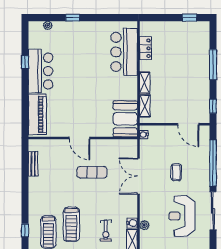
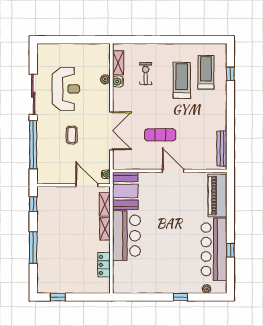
bar counter: (124, 52) -> (126, 236), moved
bar counter: (41, 71) -> (214, 249), width x1.36
door: (188, 124) -> (87, 185), moved
bench: (33, 164) -> (222, 148), width x1.36

